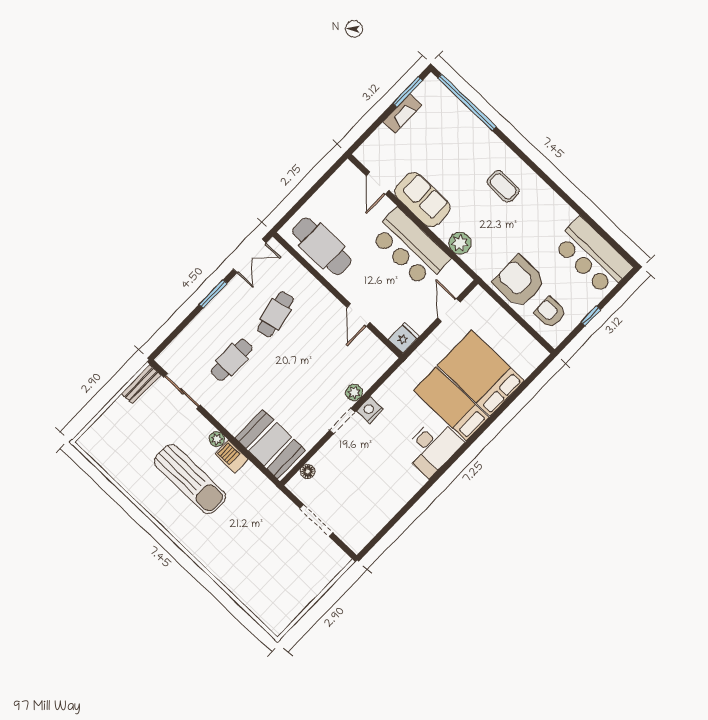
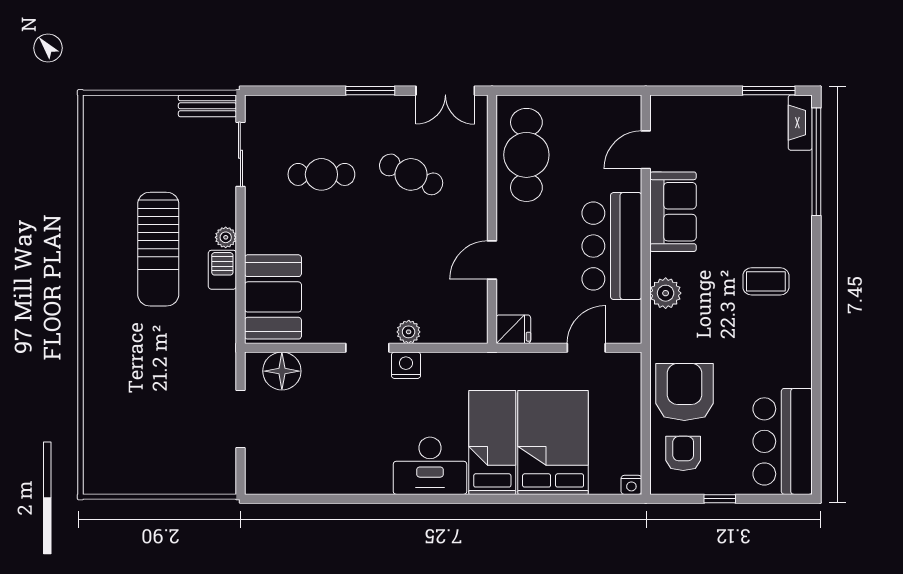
fireplace: (402, 114) -> (800, 123), moved, turned 90
coffee table: (503, 186) -> (766, 281), turned 90
cafe table: (275, 314) -> (411, 174), turned 36
nightstand: (541, 354) -> (631, 485), added
floor lamp: (308, 471) -> (282, 371), width x1.89, depth x1.89

